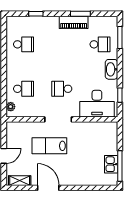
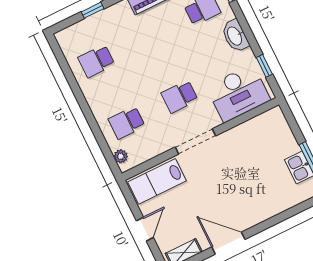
school desk: (24, 44) -> (96, 61), turned 180
school desk: (24, 89) -> (127, 123), turned 180
lab bench: (49, 146) -> (157, 181), moved

